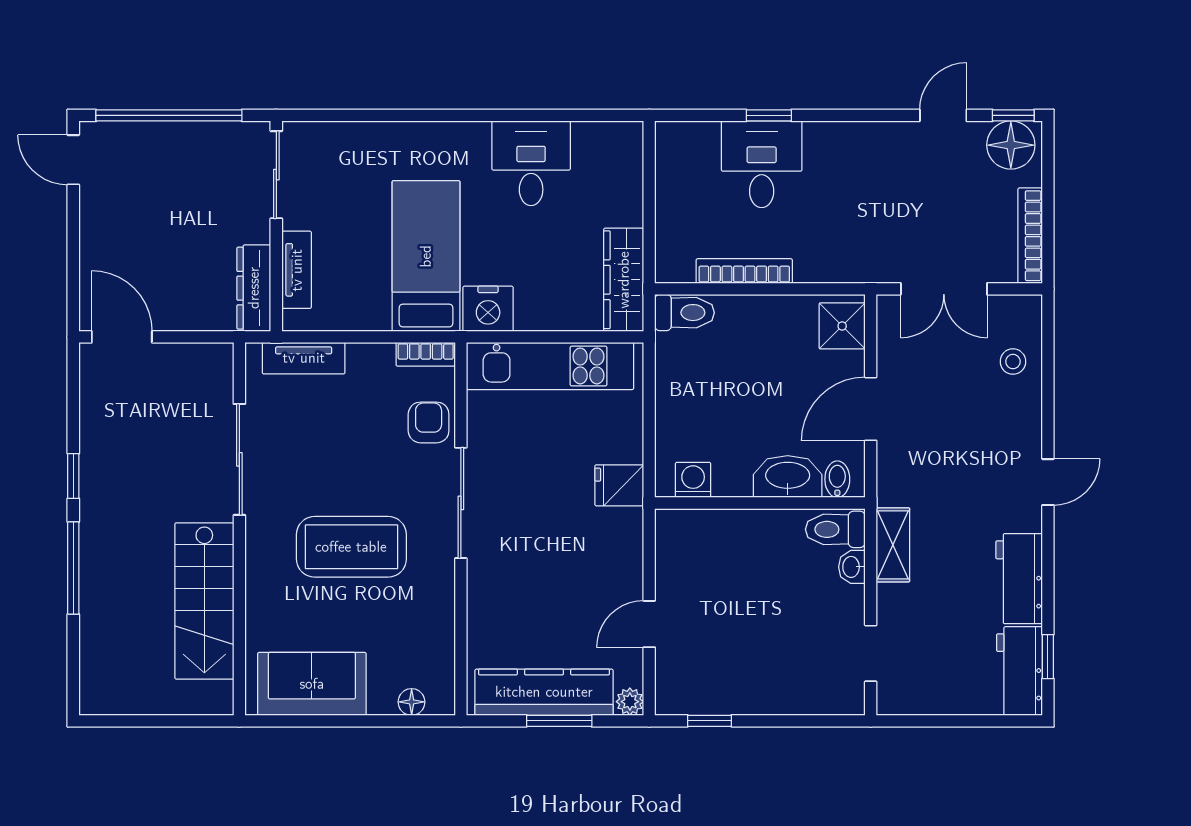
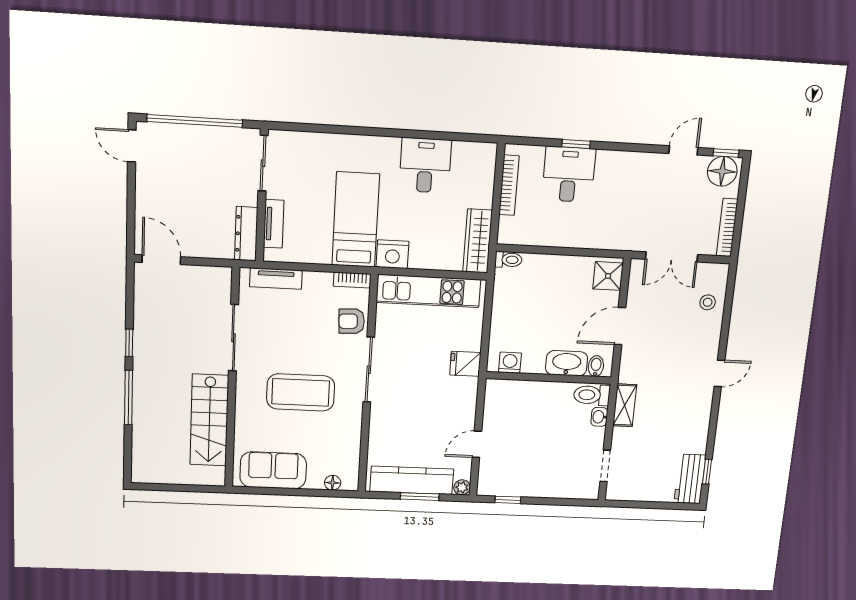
bookcase: (744, 271) -> (509, 185), moved, turned 90
toilet: (685, 313) -> (508, 260), width x0.73, depth x0.72
armchair: (429, 422) -> (352, 321), turned -93
workbench: (1019, 579) -> (696, 428), removed

